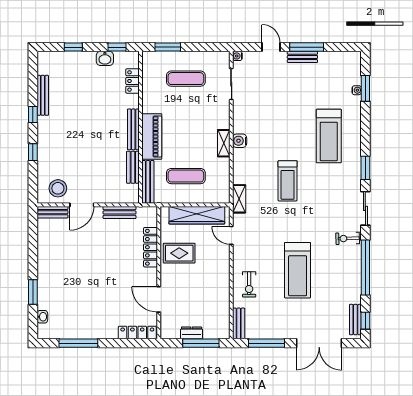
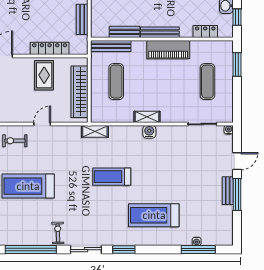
window: (365, 88) -> (198, 250), width x1.44
piano: (152, 136) -> (168, 50), moved
door: (231, 235) -> (42, 124), moved

